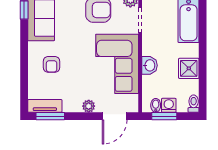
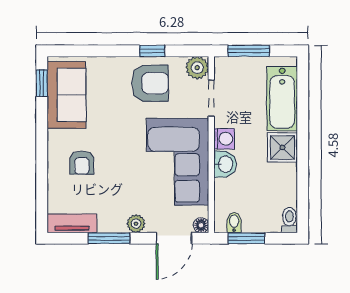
shower: (189, 68) -> (282, 147), moved
washing machine: (169, 105) -> (224, 139), moved, turned 90
floor lamp: (133, 107) -> (201, 225), added
window: (50, 116) -> (109, 238), moved

